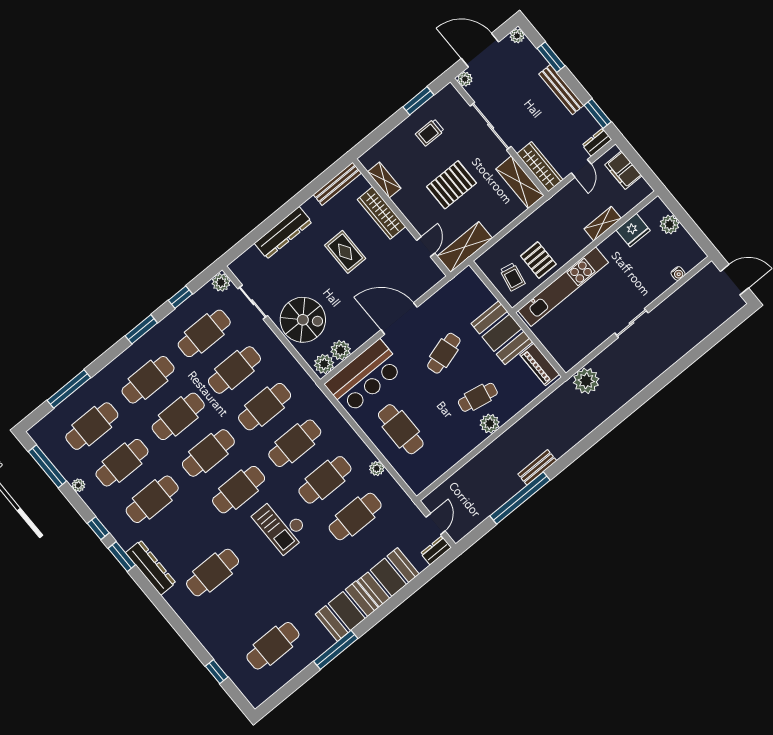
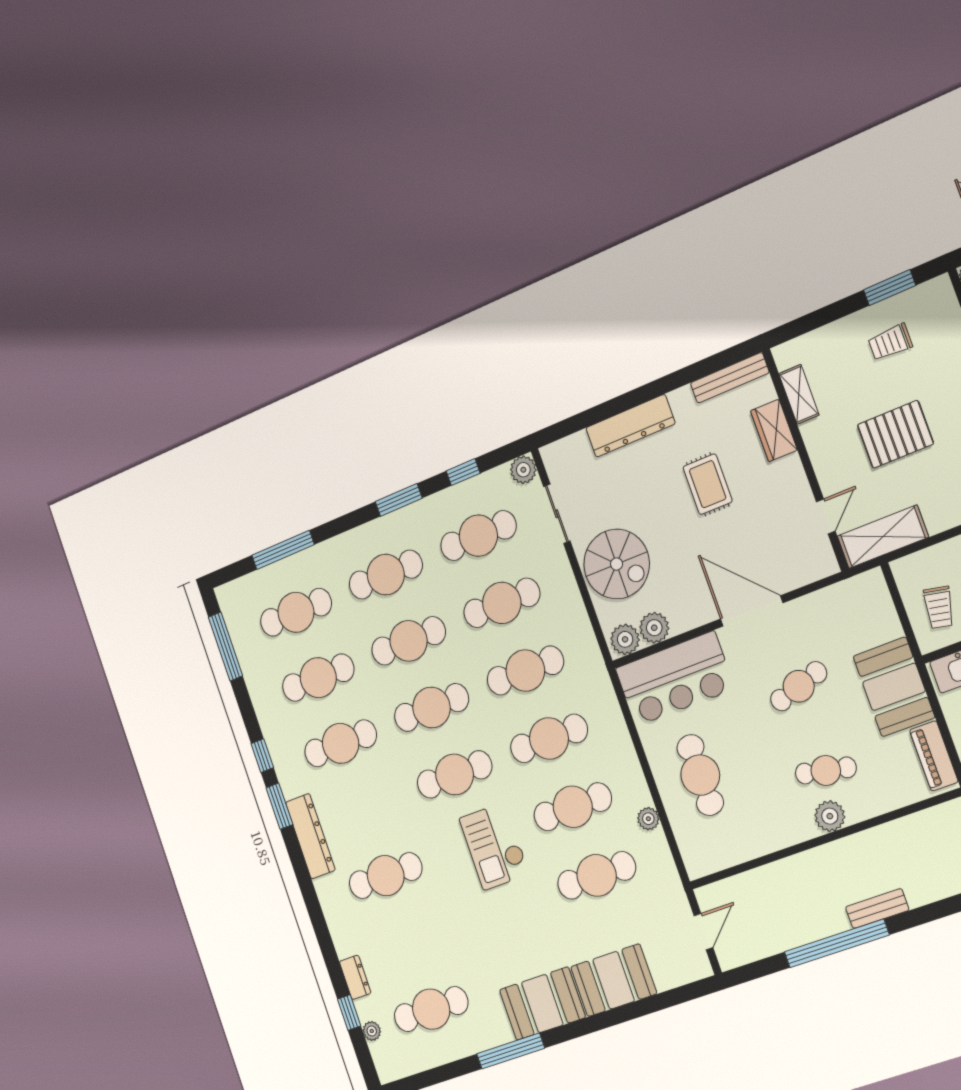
wardrobe: (382, 213) -> (774, 430), width x0.67
plant: (78, 485) -> (372, 1031), moved
dresser: (436, 550) -> (355, 977), moved, turned 90

